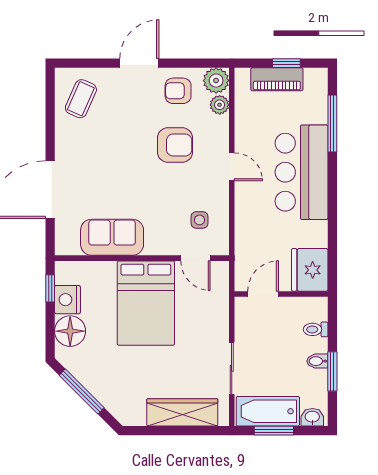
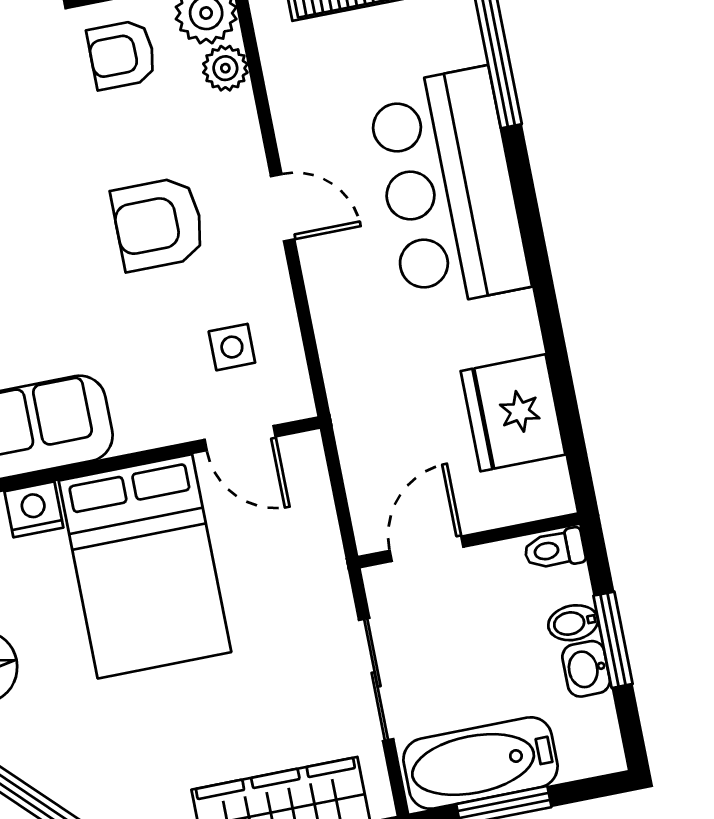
armchair: (175, 145) -> (158, 224), moved, turned 180
nightstand: (105, 271) -> (34, 509), added
door: (263, 294) -> (427, 549), moved
wall: (281, 294) -> (469, 540), moved
washbasin: (312, 417) -> (586, 669), moved, turned -90

